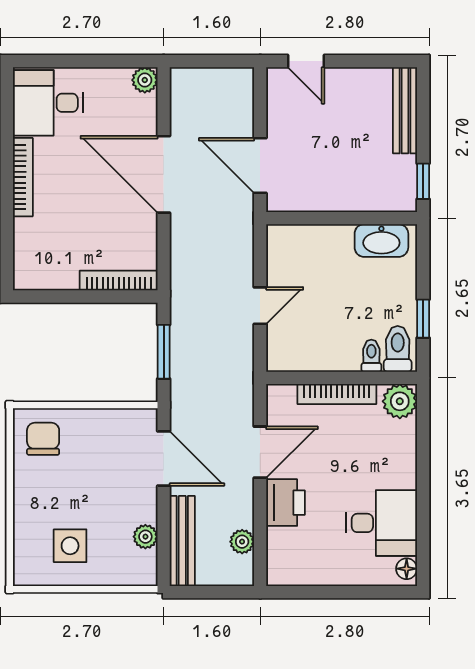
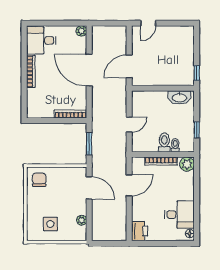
door: (306, 61) -> (148, 23), hinge flipped
bench: (405, 110) -> (189, 44), removed
door: (260, 166) -> (129, 66), hinge flipped
toilet: (398, 349) -> (164, 142), moved
printer: (286, 503) -> (140, 231), moved
bench: (182, 541) -> (97, 222), removed
plant: (242, 542) -> (122, 222), removed

